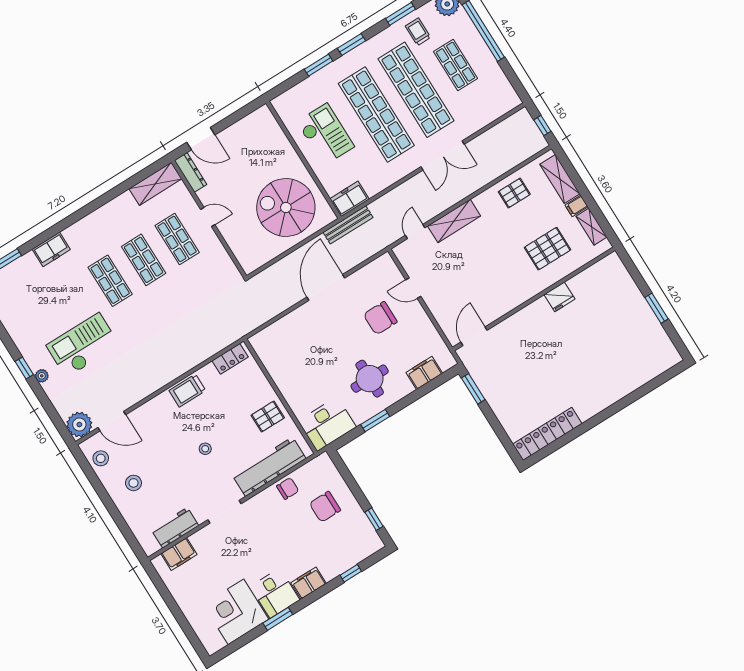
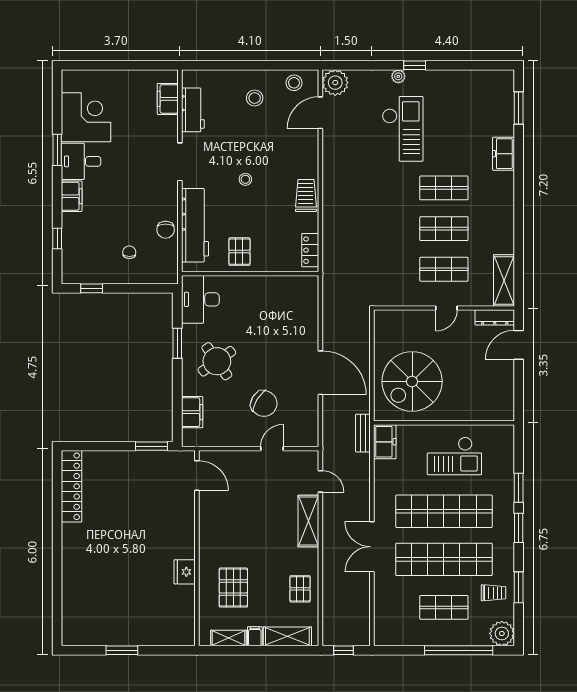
spiral stairs: (286, 208) -> (412, 381), turned 180
bench: (348, 225) -> (363, 433), width x0.73
chair: (380, 318) -> (264, 404), turned 121
round table: (370, 379) -> (217, 361), turned -35
chair: (325, 507) -> (129, 252), width x0.54, depth x0.54

